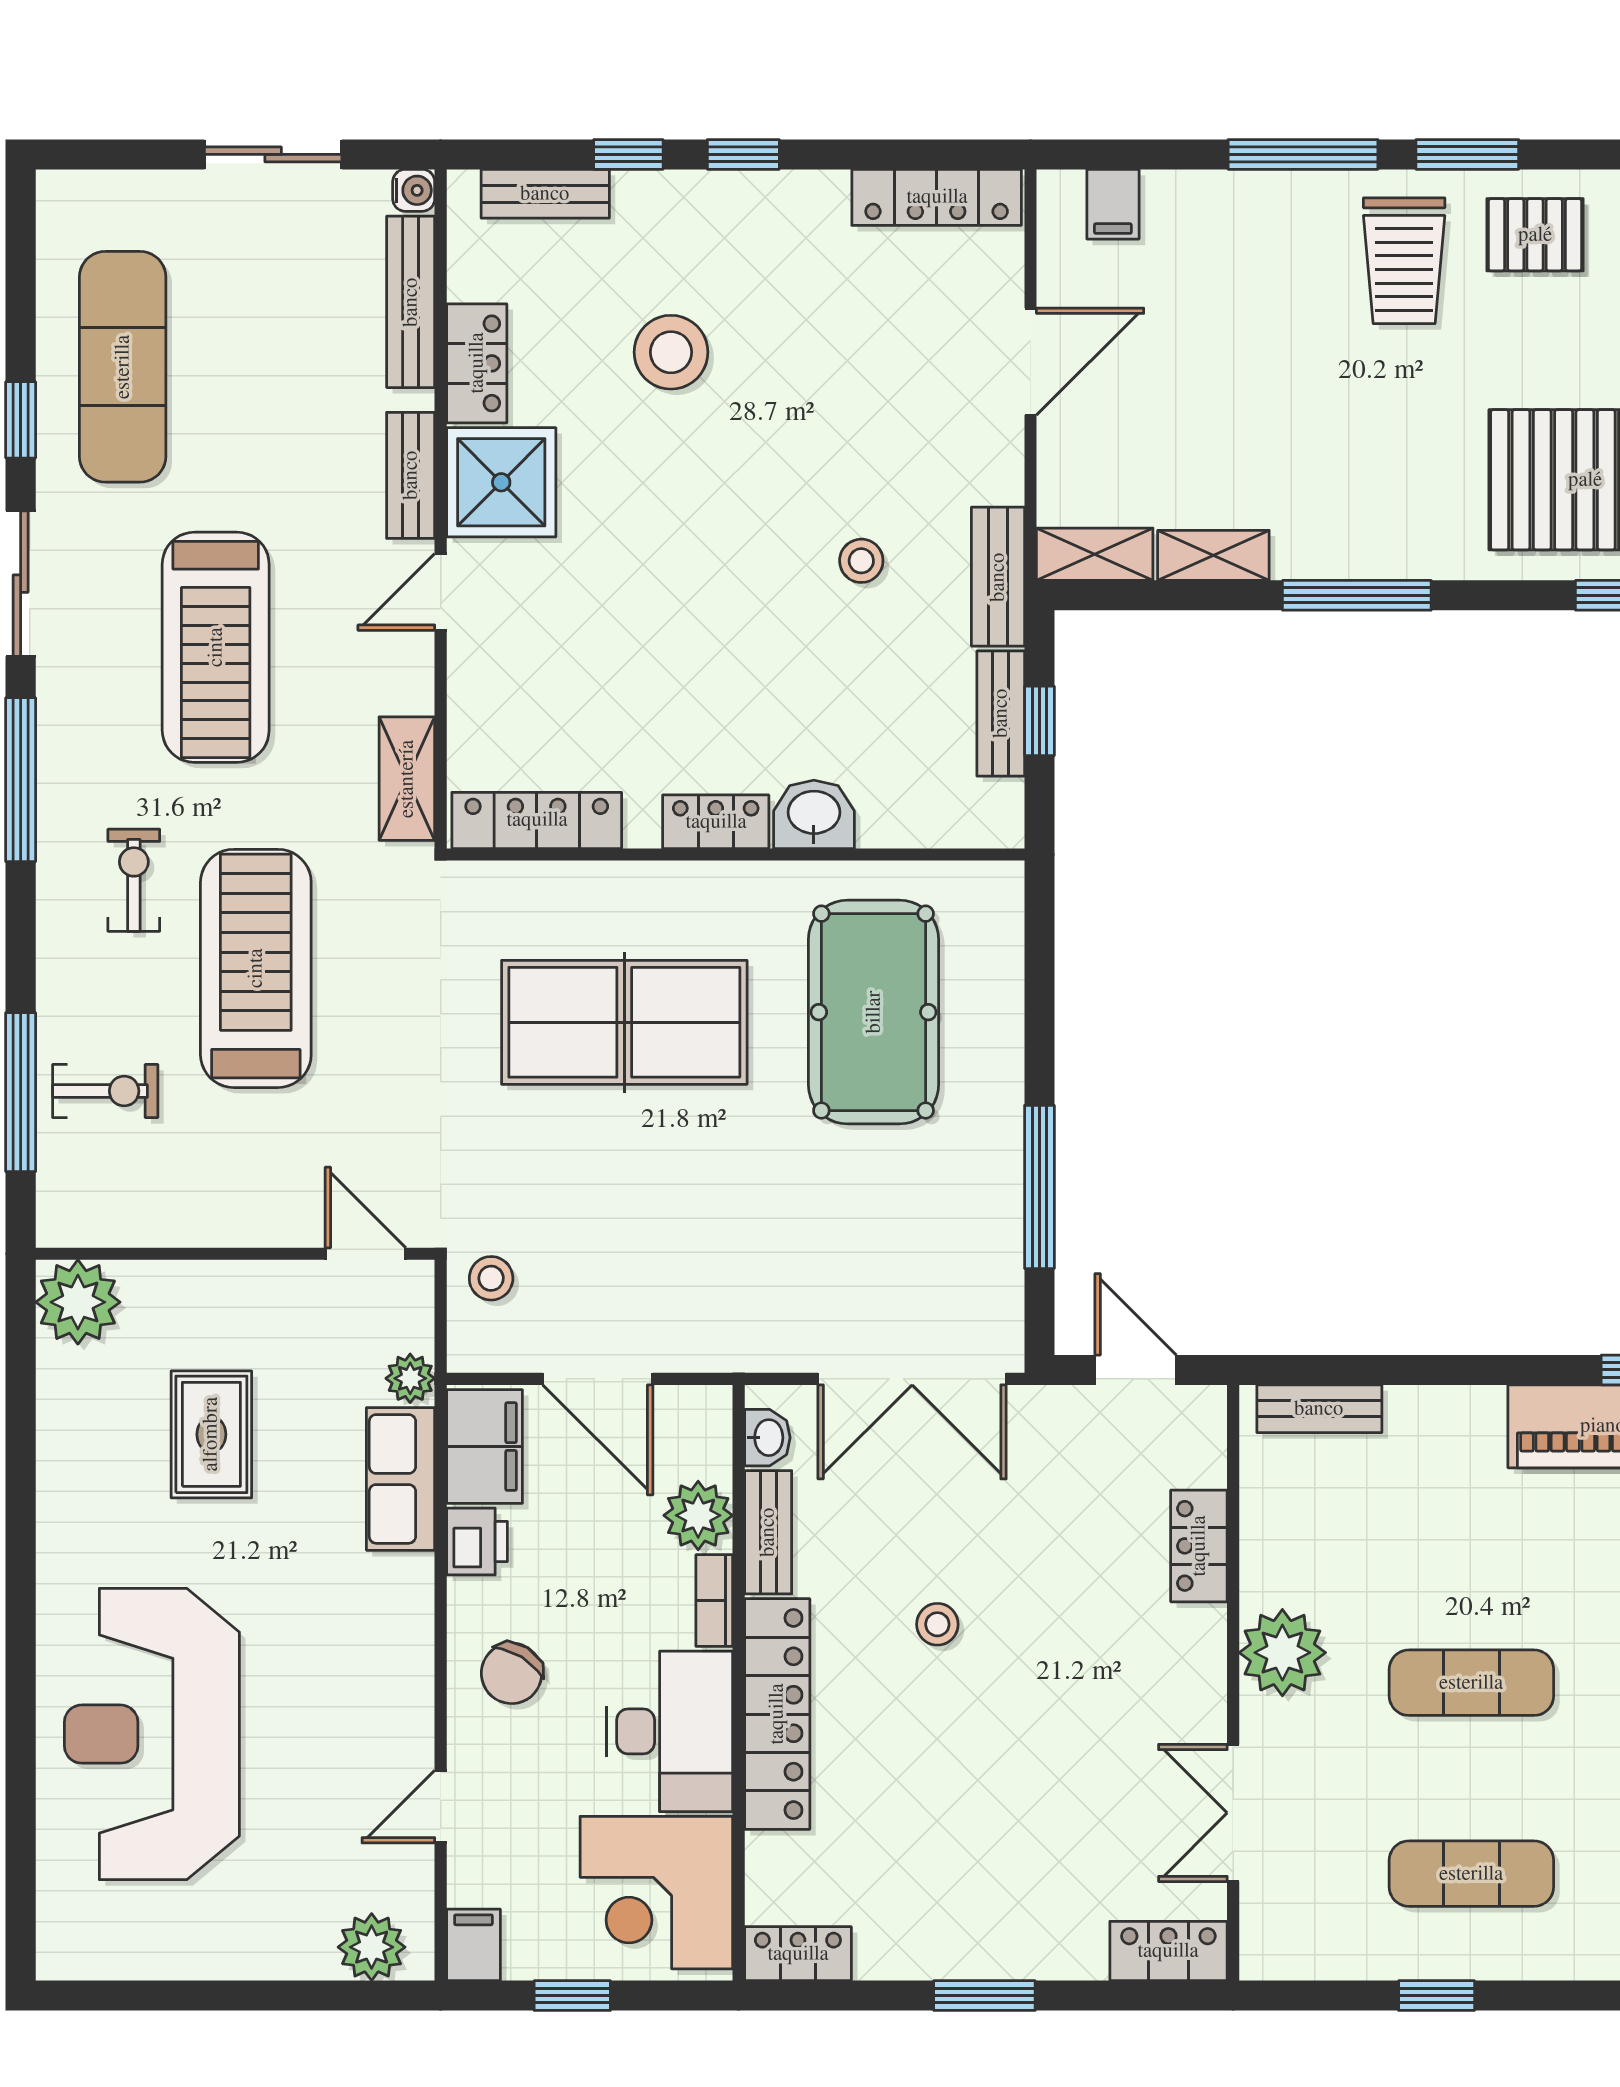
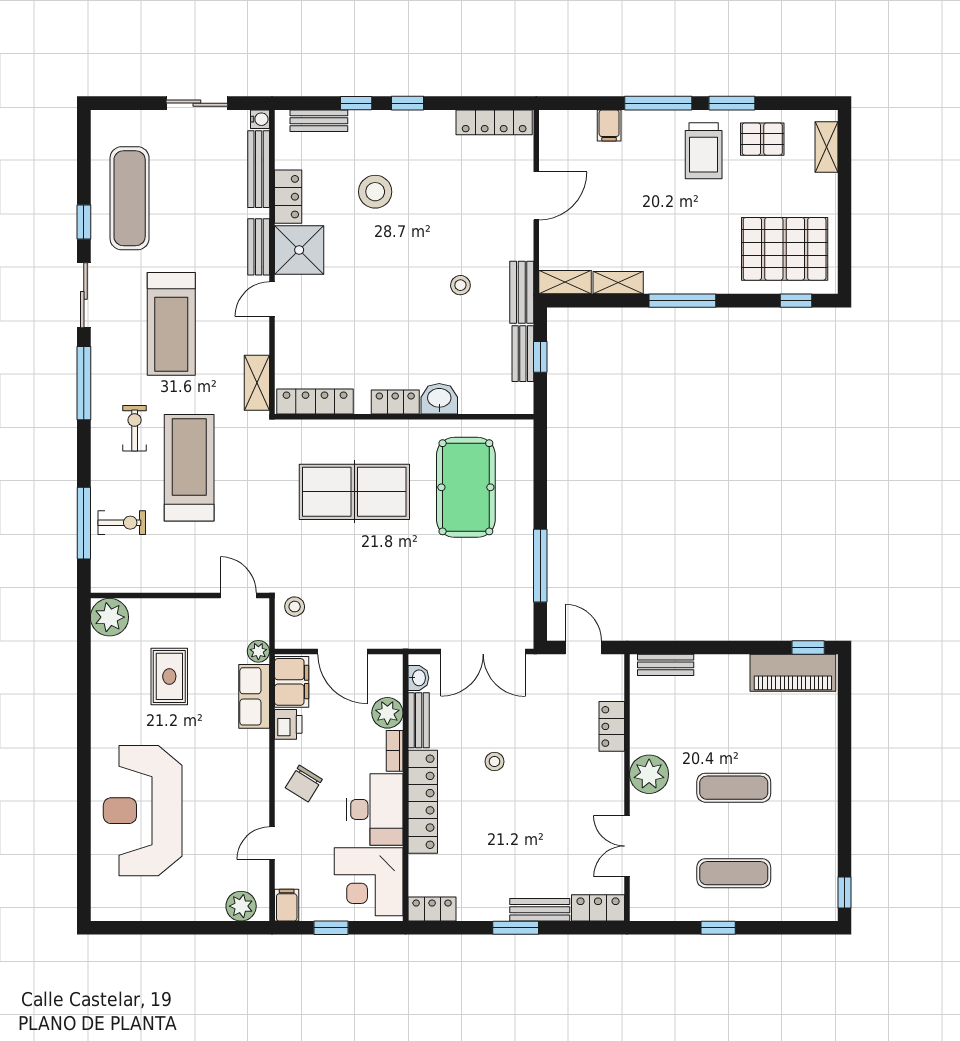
filing cabinet: (1113, 204) -> (609, 125), moved
bench: (1038, 1955) -> (540, 910), added

